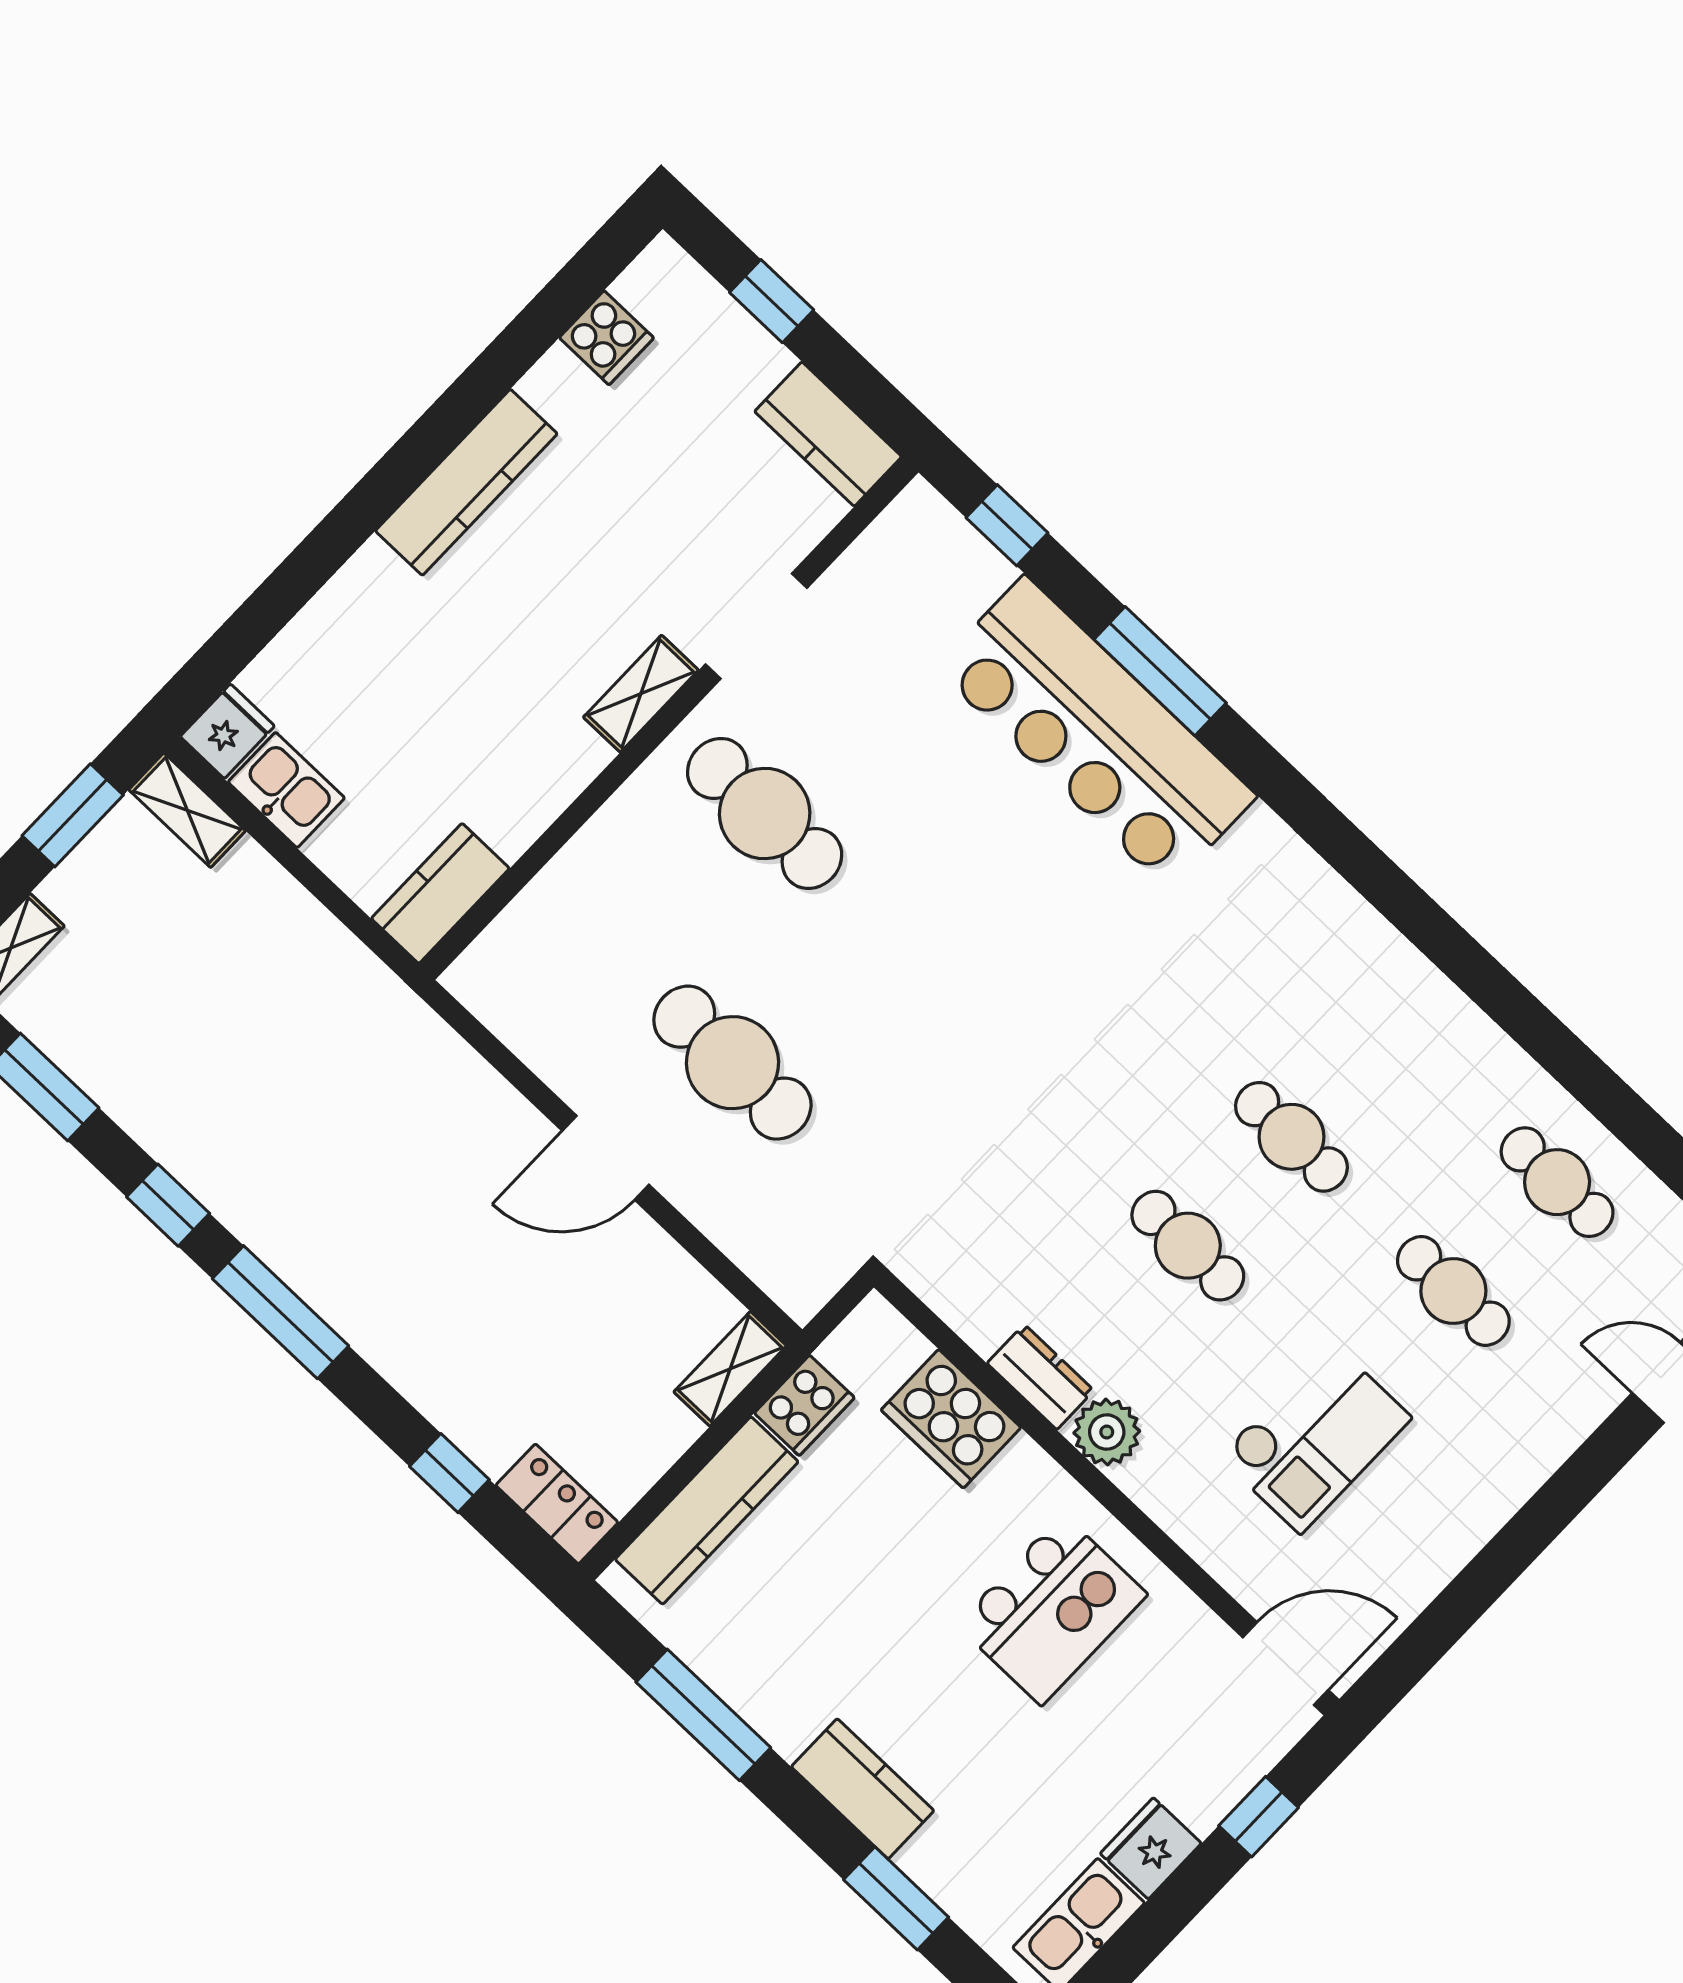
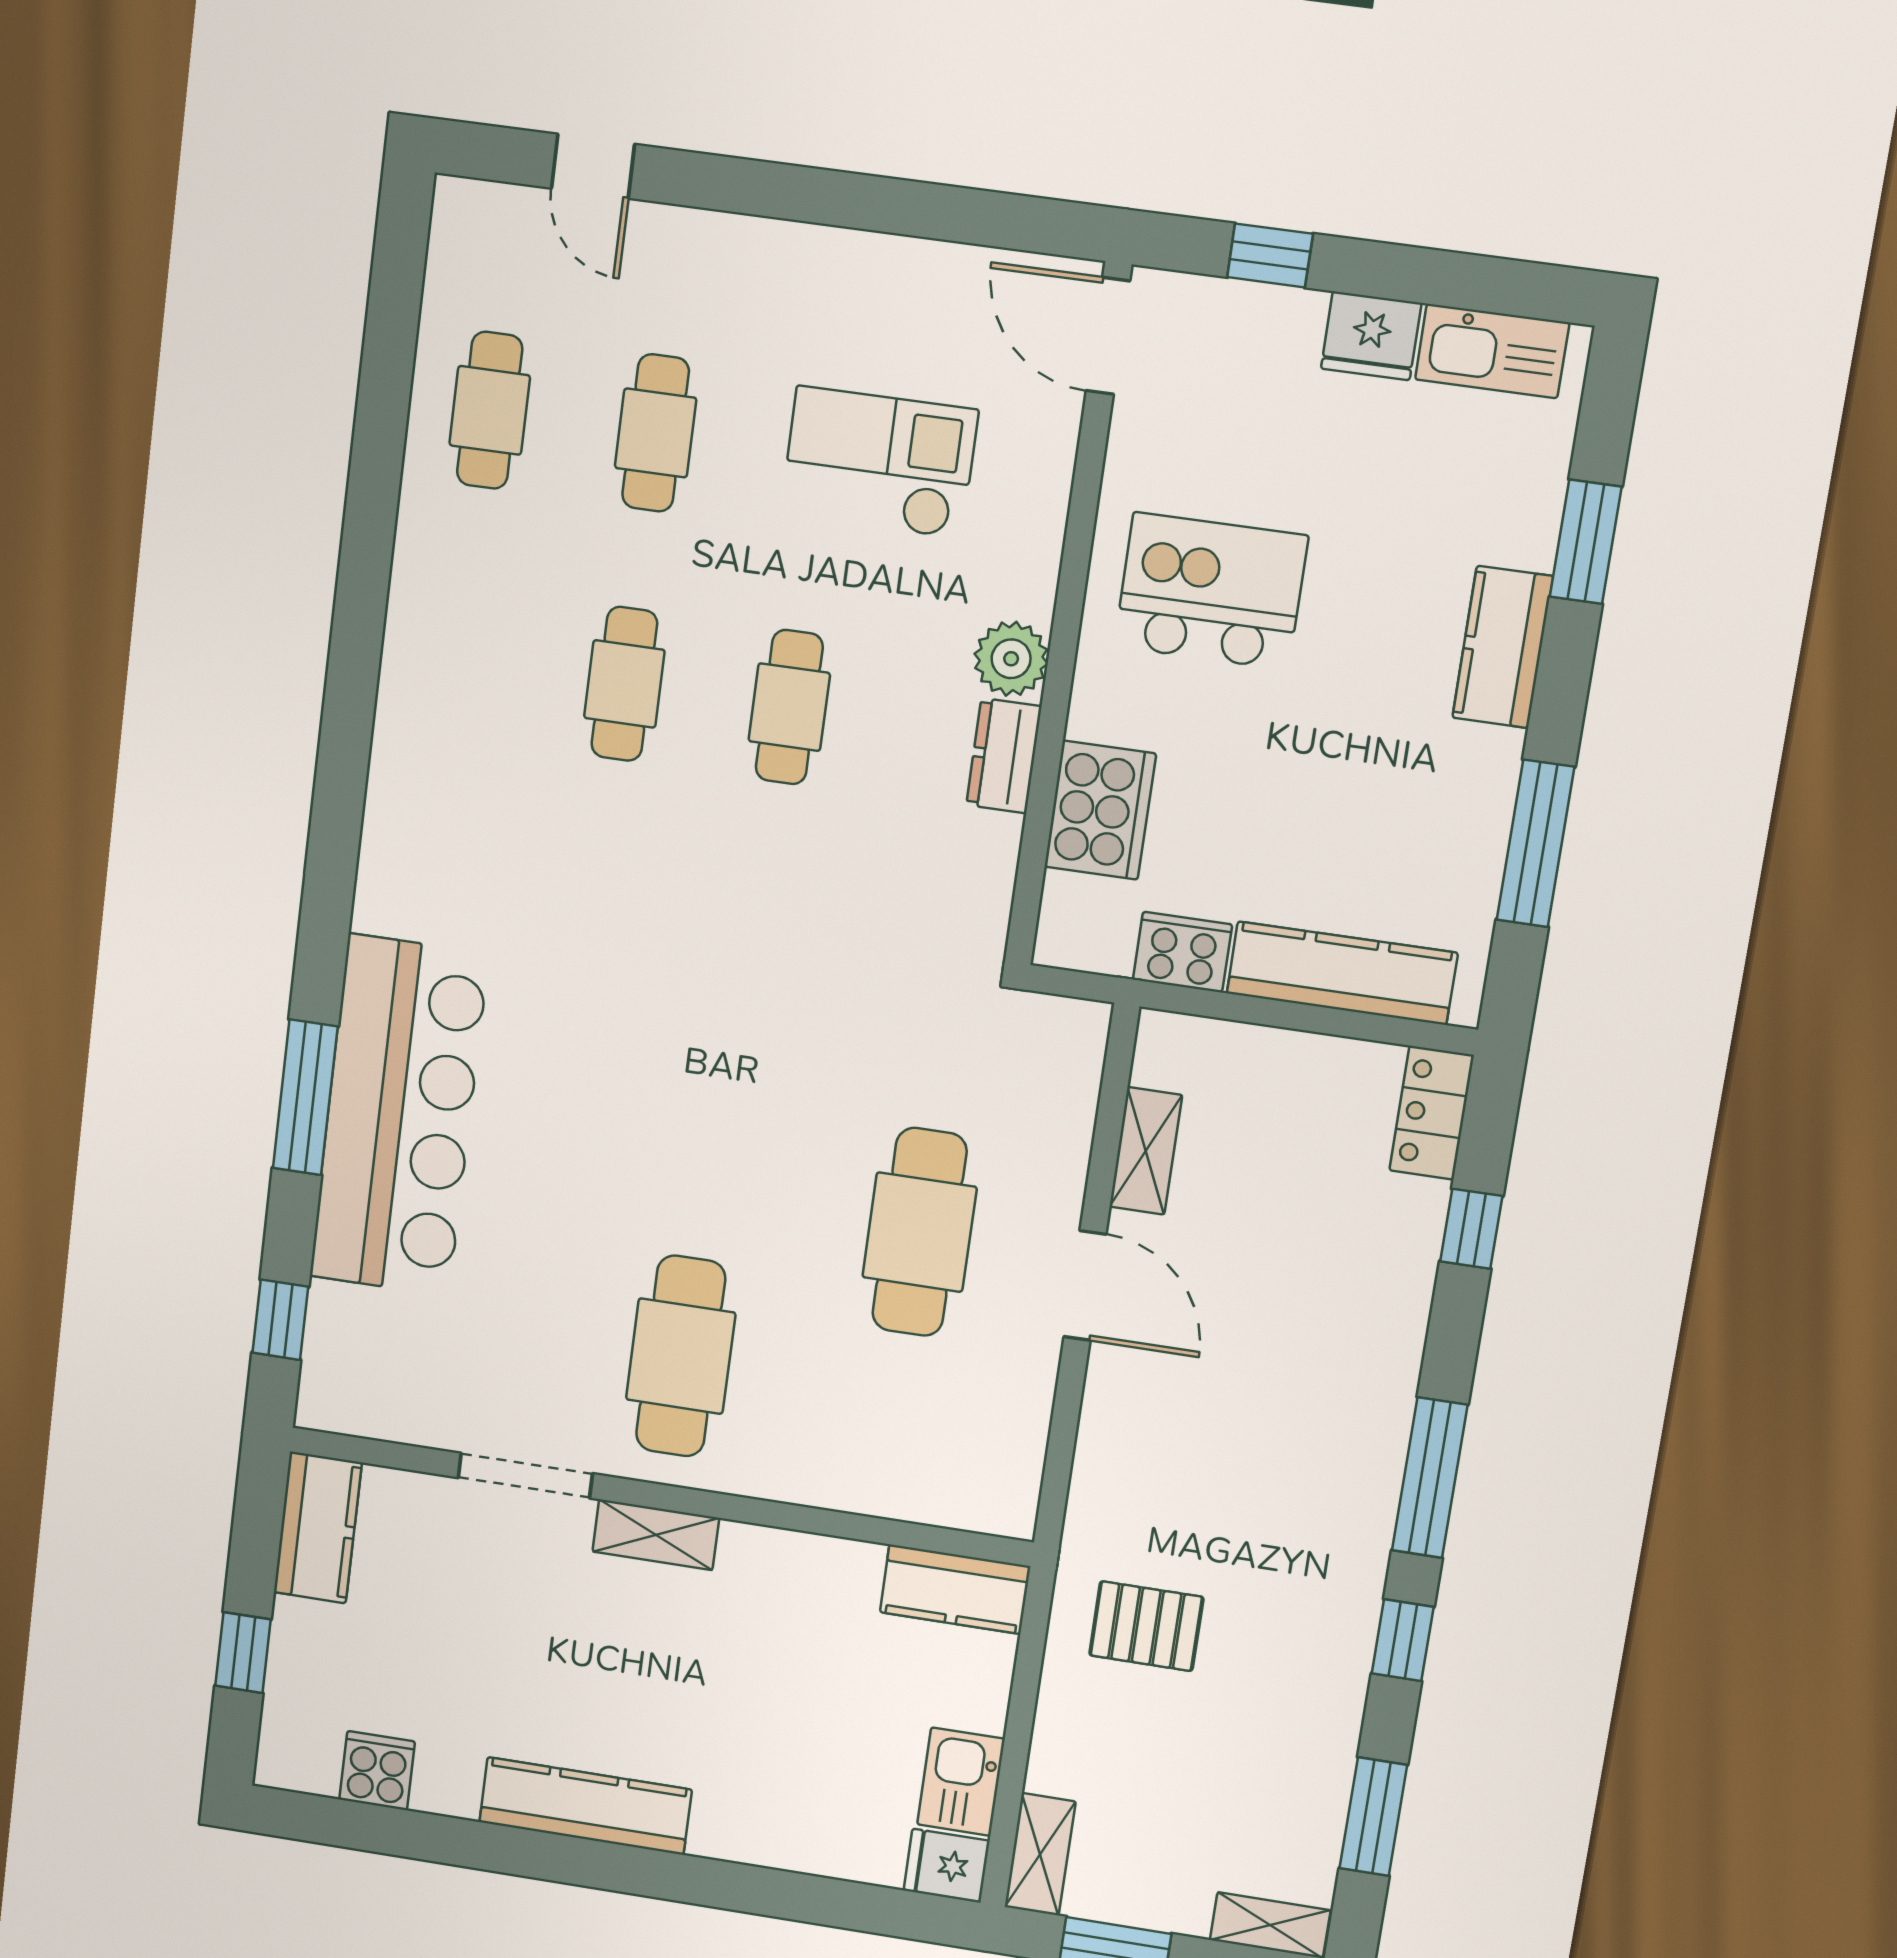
pallet: (312, 1019) -> (1146, 1626), added
shelving: (730, 1369) -> (1146, 1151), moved, turned 90

